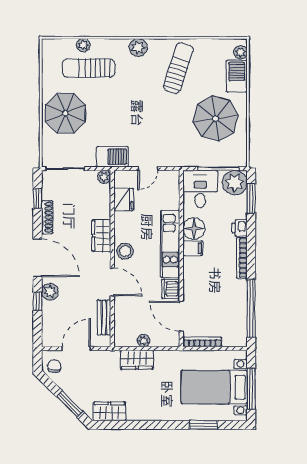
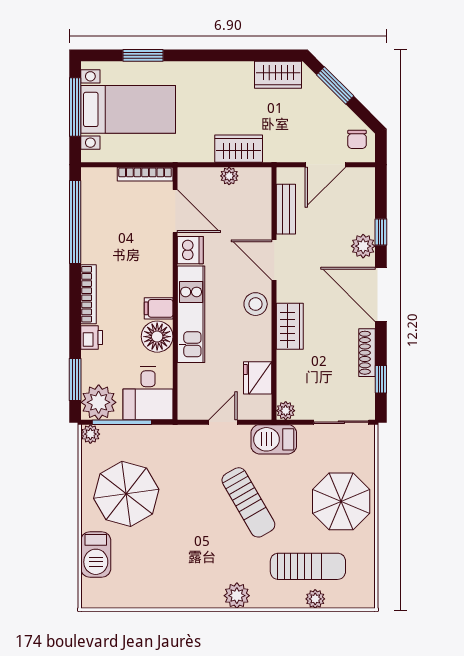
plant: (240, 52) -> (90, 434), moved
sun lounger: (178, 68) -> (248, 502), moved, turned -48

